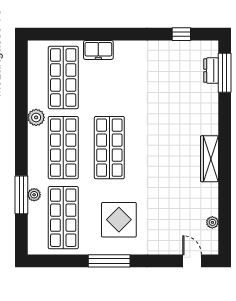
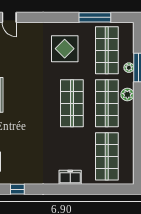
freezer: (98, 50) -> (70, 177), moved
plant: (36, 117) -> (127, 95), moved
window: (109, 261) -> (95, 17), moved

